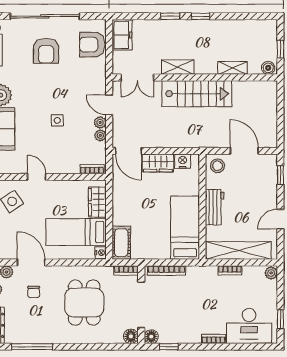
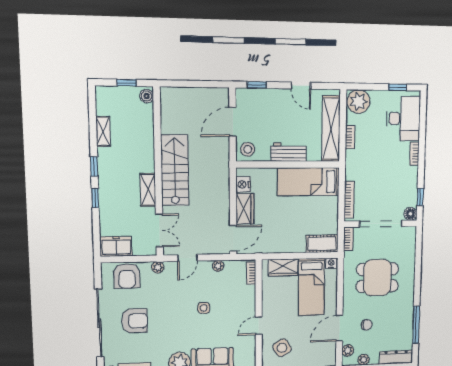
shelving: (232, 68) -> (103, 131), moved
plant: (100, 122) -> (158, 267), moved
plant: (271, 273) -> (358, 102), width x1.88, depth x1.88
floor lamp: (131, 336) -> (410, 233), removed

